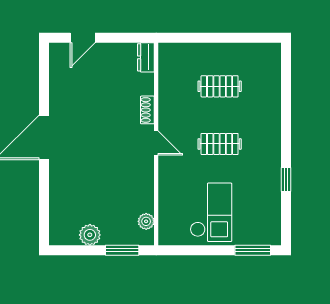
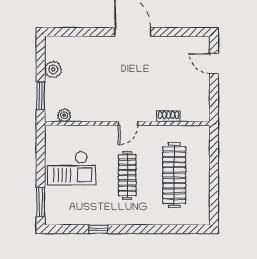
dresser: (146, 57) -> (198, 115), removed
clothes rail: (220, 86) -> (174, 175), width x1.86, depth x1.31
shoe rack: (147, 110) -> (168, 116), moved
clothes rail: (220, 144) -> (127, 175), width x1.36

